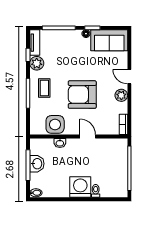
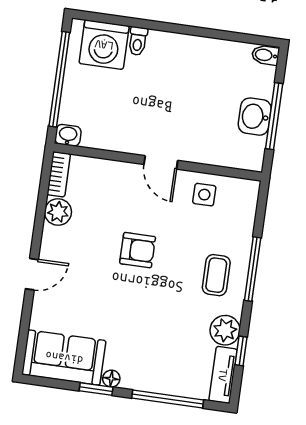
door: (129, 77) -> (32, 274), hinge flipped
armchair: (82, 95) -> (138, 250), width x0.53, depth x0.53
plant: (121, 95) -> (58, 212), moved
side table: (55, 124) -> (204, 195), width x0.54, depth x0.54
door: (88, 136) -> (161, 162), moved
washbasin: (60, 143) -> (68, 135), moved
washing machine: (80, 187) -> (104, 45), moved

